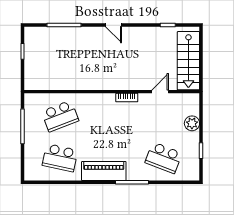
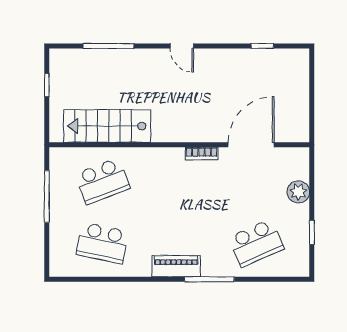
stairs: (188, 61) -> (107, 126), moved, turned 90
door: (160, 92) -> (251, 145), width x1.87
school desk: (164, 158) -> (256, 243), turned -45
piano: (104, 171) -> (176, 266), width x0.73, depth x0.75

